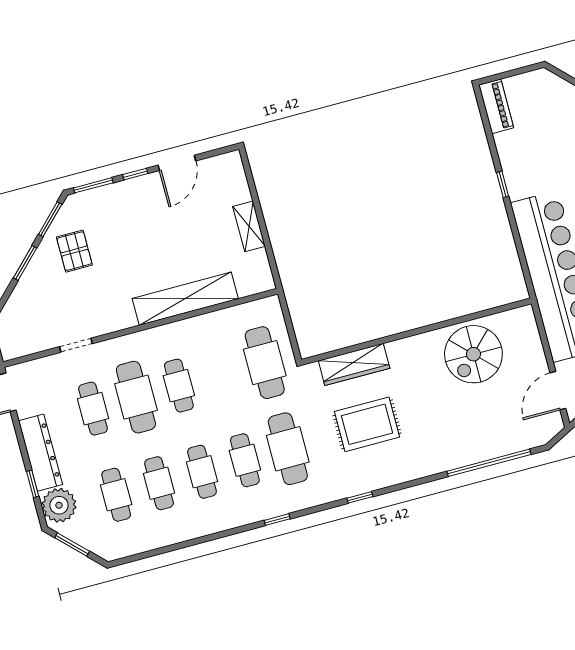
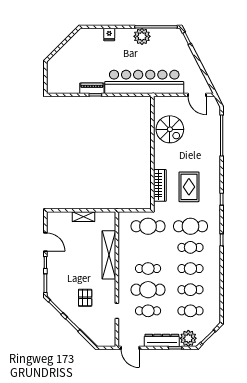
piano: (496, 106) -> (92, 88), moved
pallet: (74, 251) -> (85, 298), moved, turned 90

